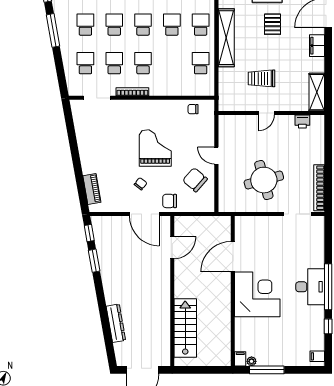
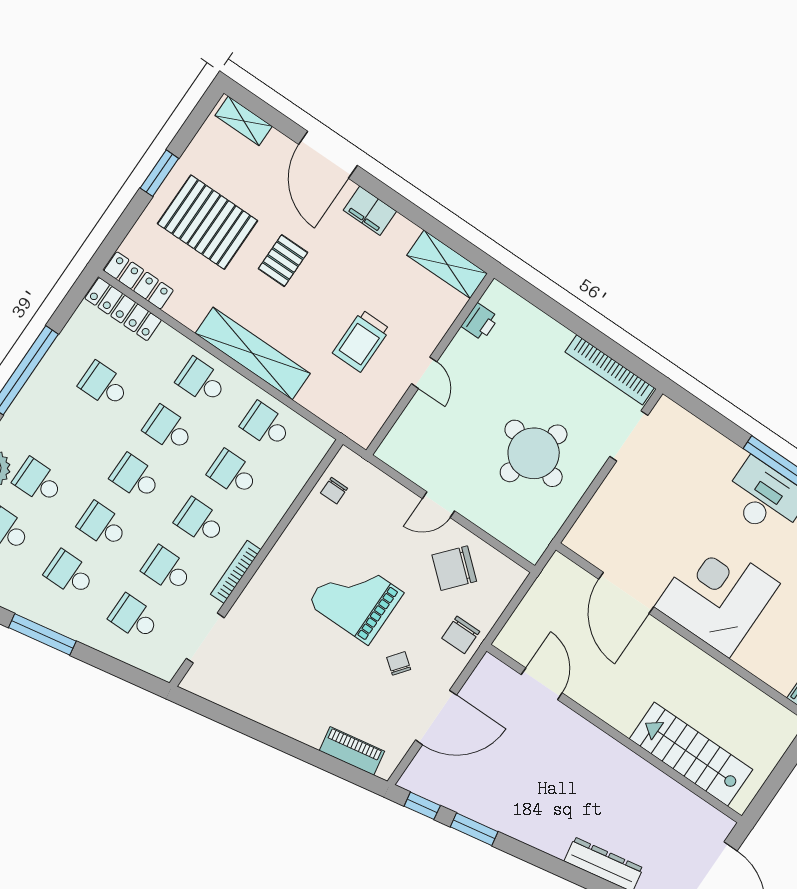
pallet: (272, 24) -> (283, 261), turned 90
school desk: (172, 63) -> (233, 473), added
round table: (264, 180) -> (534, 453), turned 32
door: (144, 214) -> (436, 717), moved

